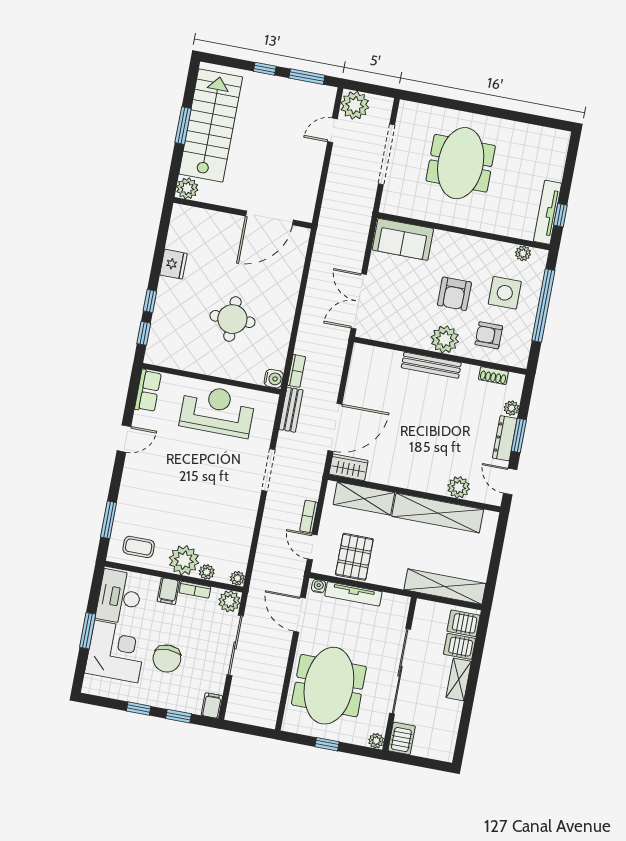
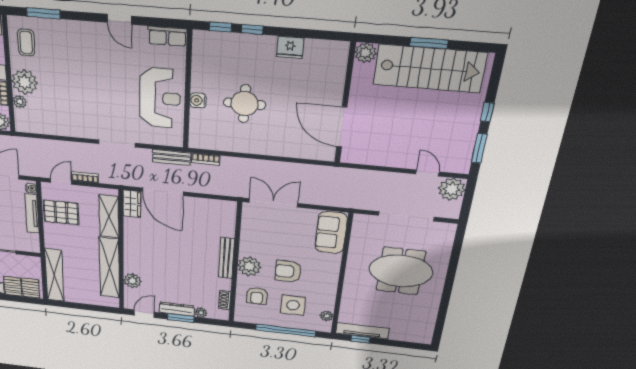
armchair: (489, 335) -> (257, 296), turned 180
water cooler: (274, 379) -> (198, 100), moved, turned 90
plant: (237, 578) -> (21, 126), removed

